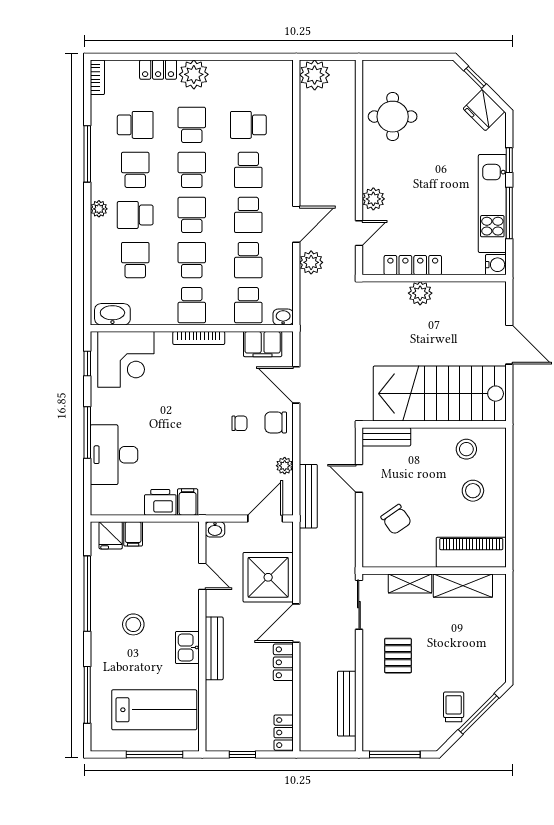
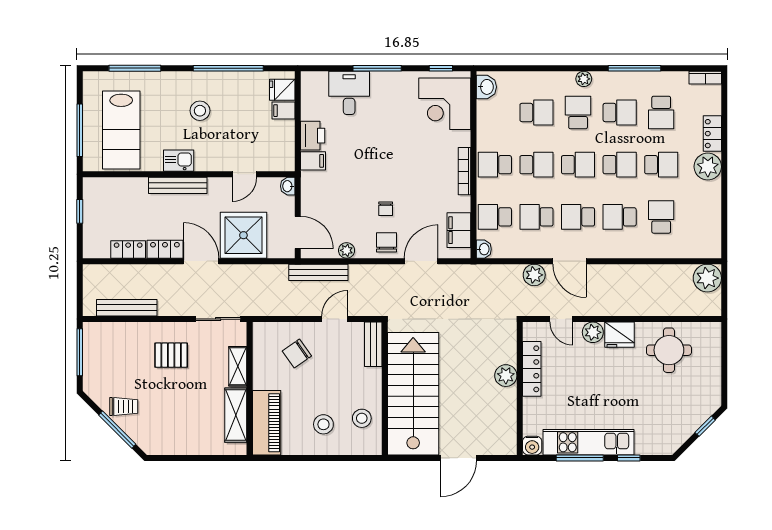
fridge: (484, 110) -> (620, 335), moved, turned -135
washbasin: (112, 314) -> (486, 87), width x0.72
desk: (114, 455) -> (349, 93), width x0.73
locker: (284, 733) -> (128, 250), moved

